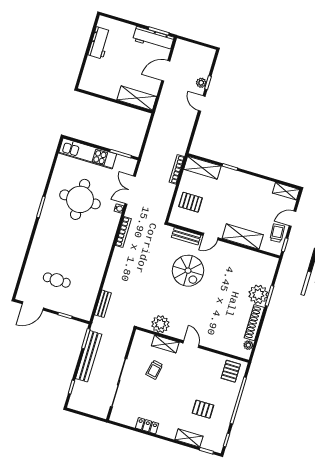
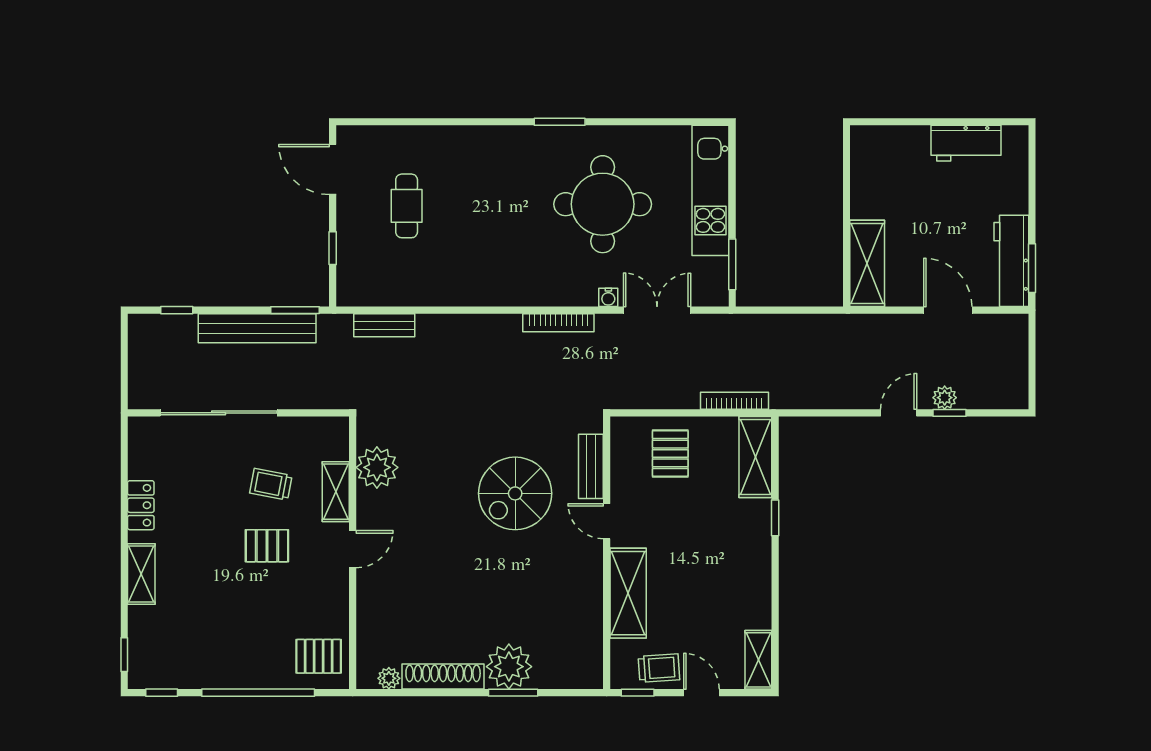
pallet: (203, 409) -> (267, 546), moved, turned 90
shelving: (189, 438) -> (141, 574), moved

